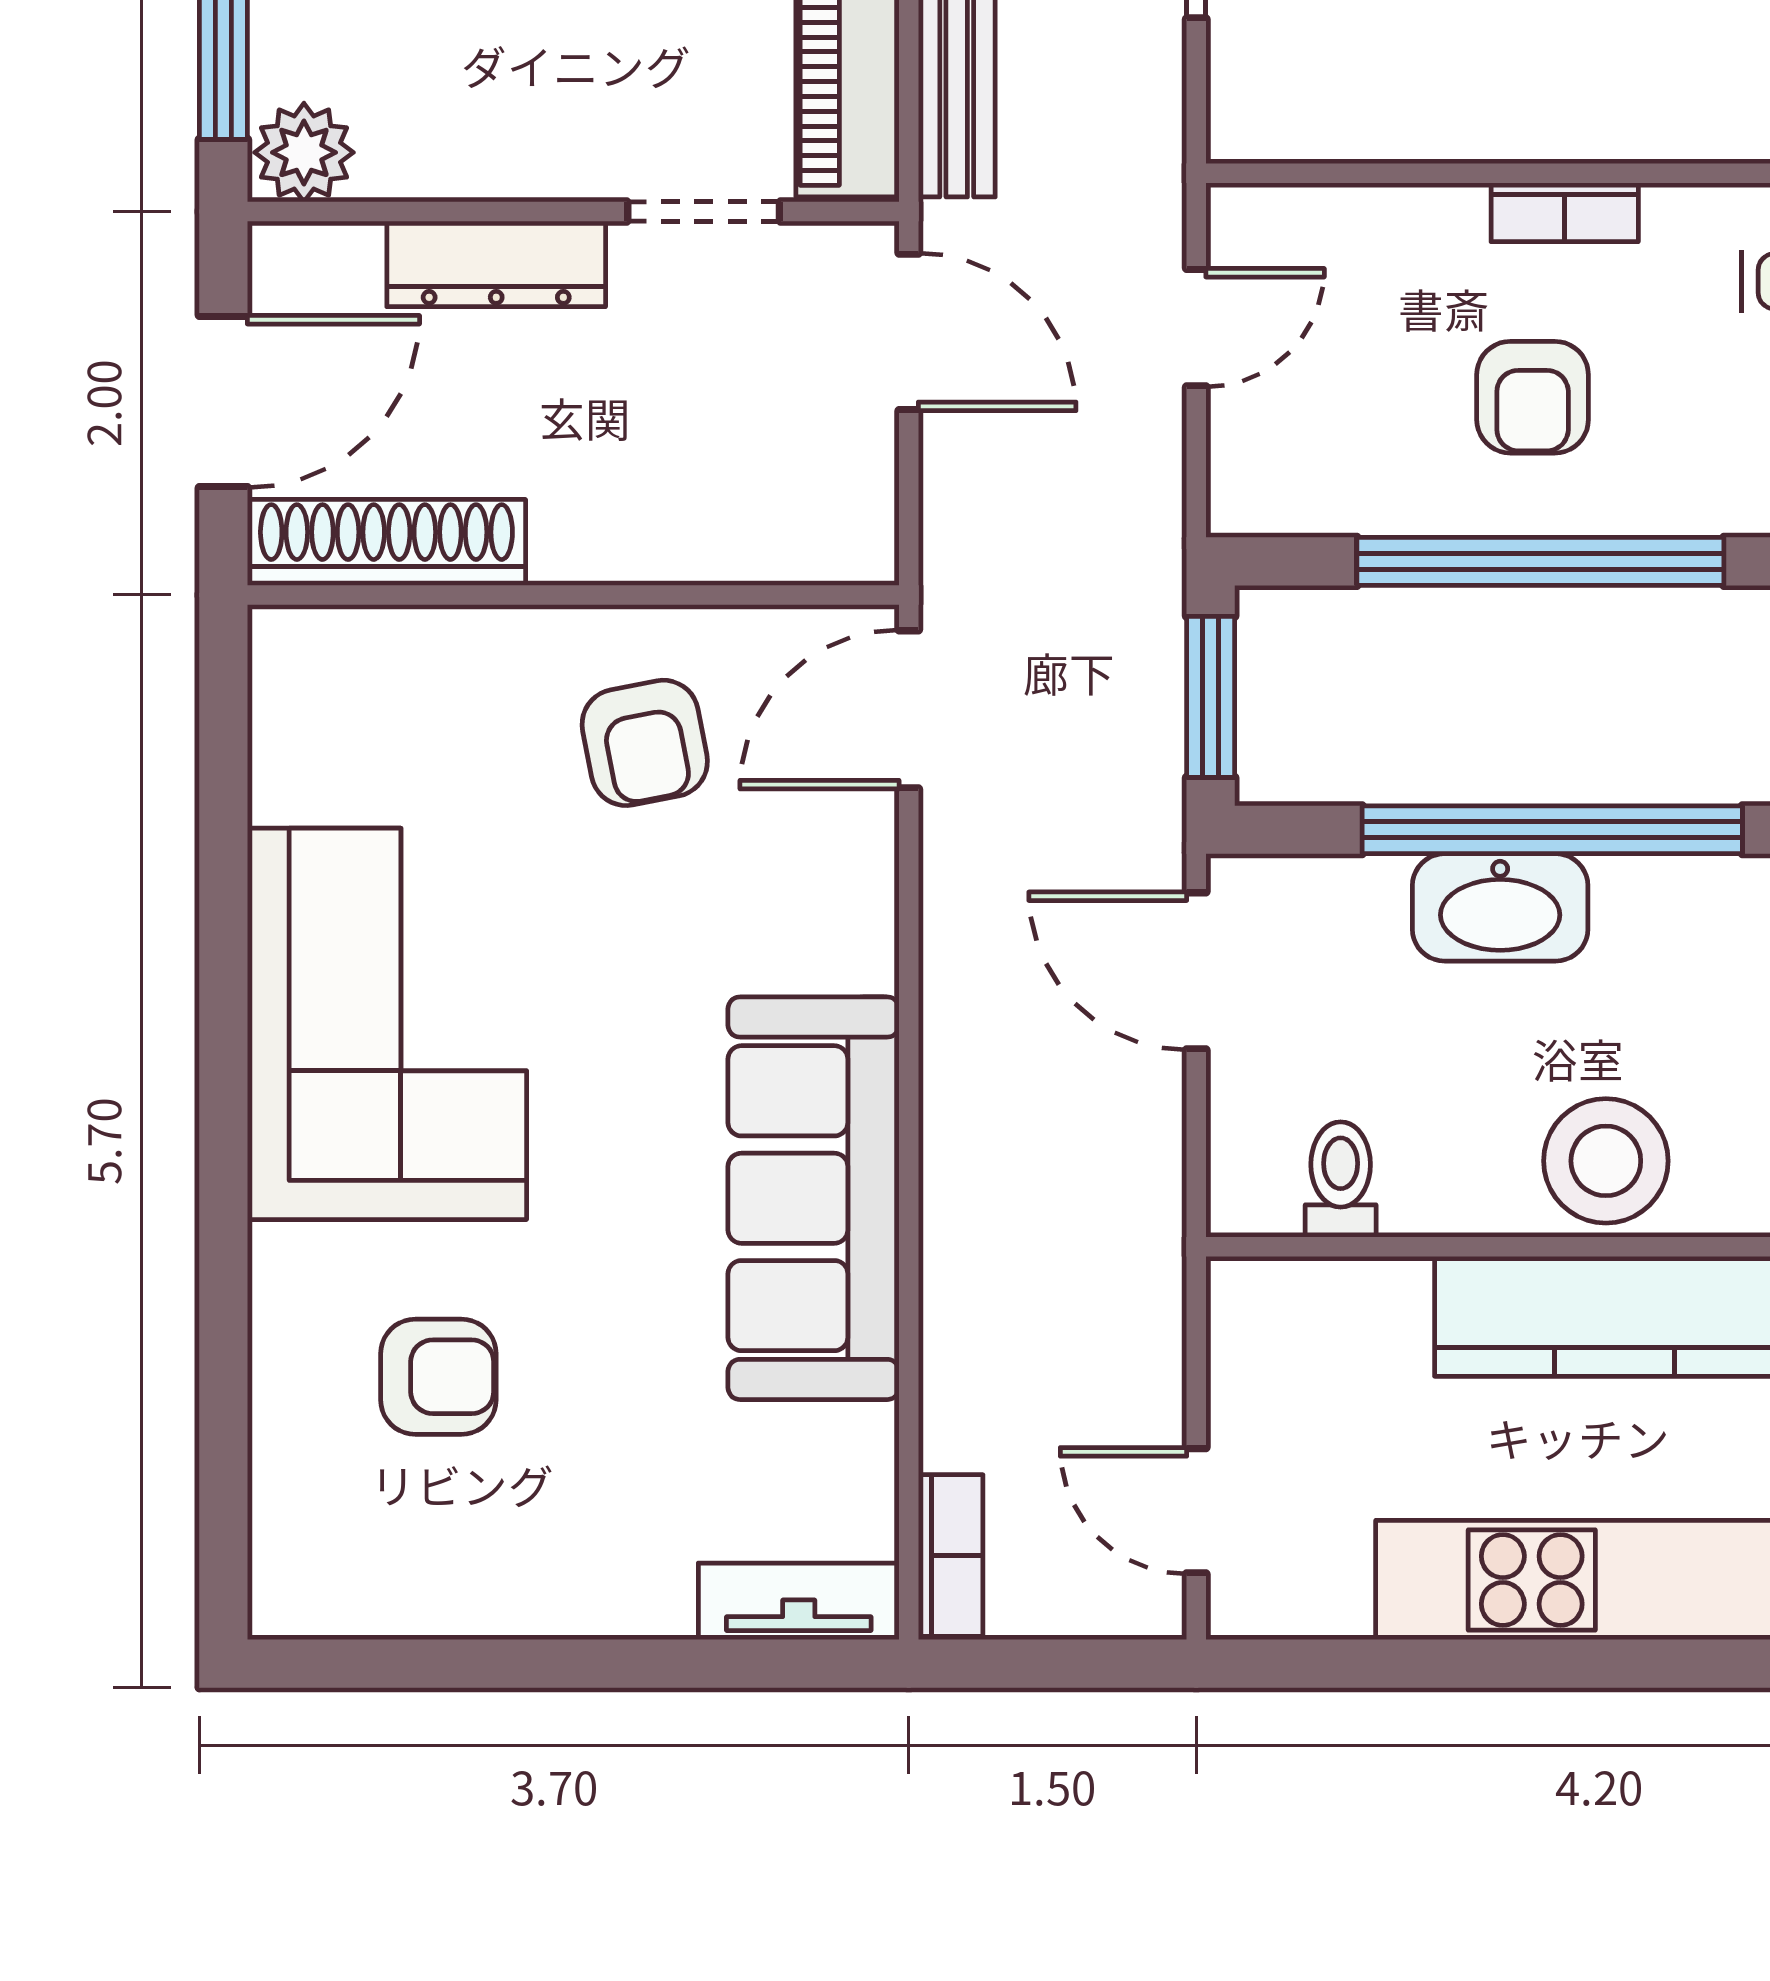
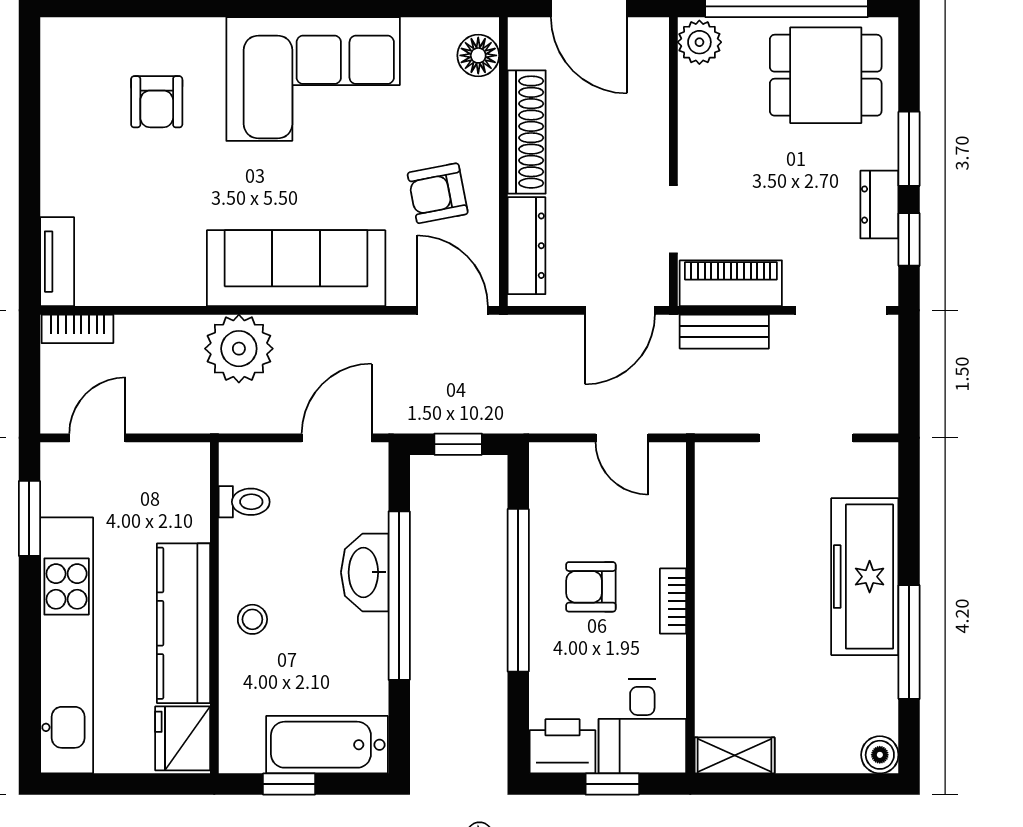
dresser: (496, 264) -> (527, 246), moved, turned 180
shoe rack: (386, 542) -> (527, 132), moved
floor lamp: (334, 651) -> (478, 55), added
window: (1211, 697) -> (458, 444), width x0.67
stool: (1606, 1161) -> (252, 619), width x0.53, depth x0.53
plant: (995, 1191) -> (239, 349), added
sofa: (814, 1198) -> (296, 268), moved
window: (1378, 1664) -> (29, 518), added

